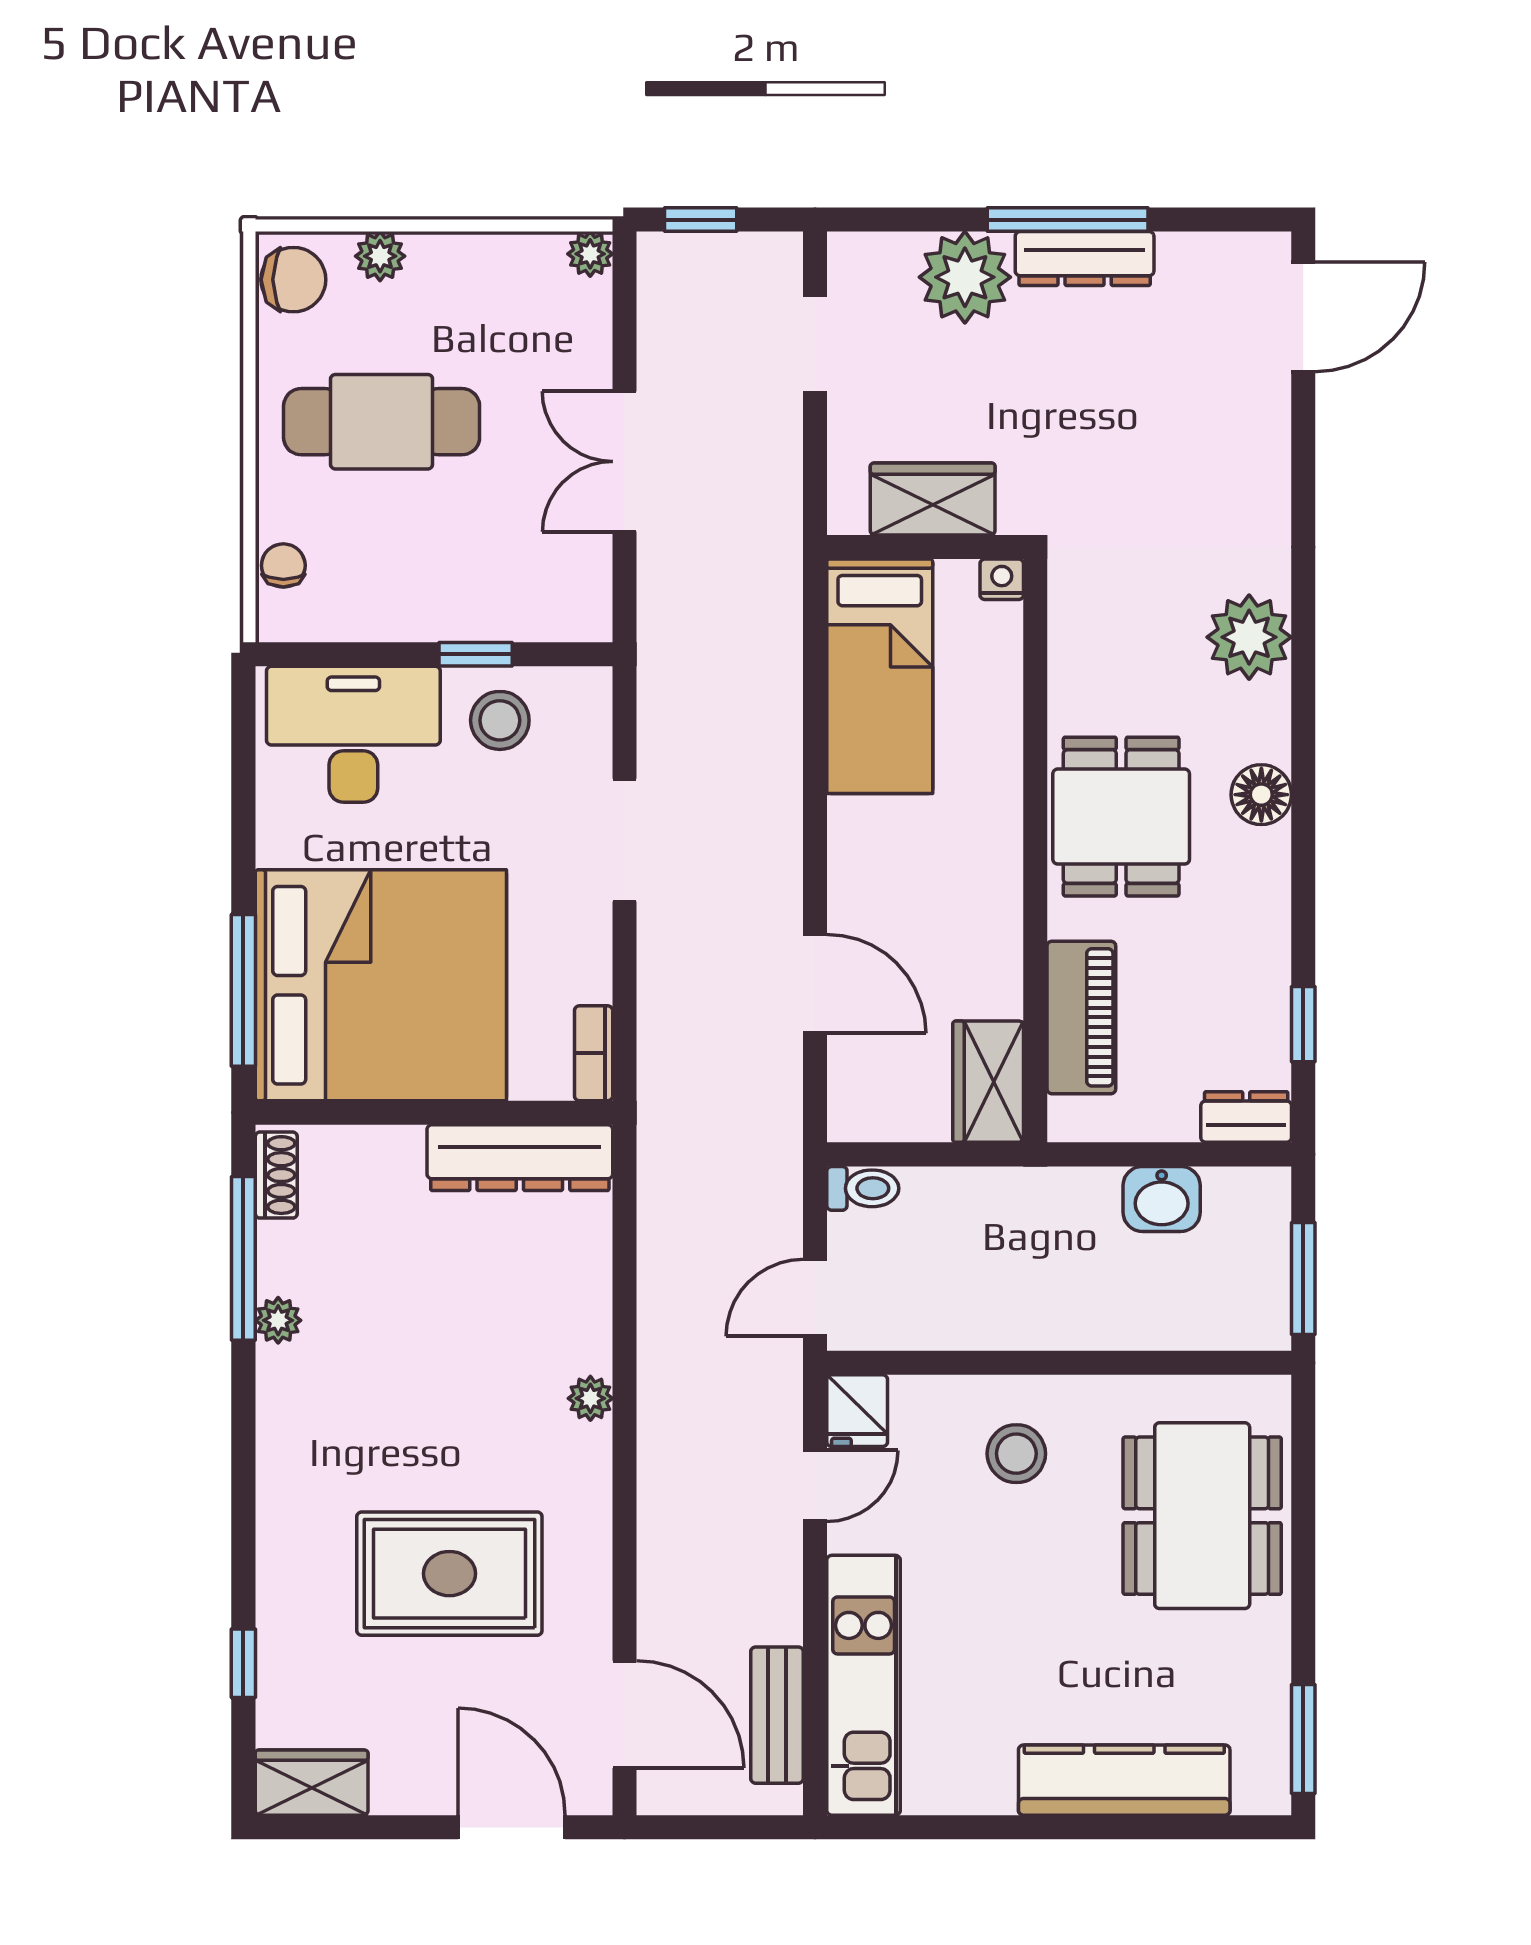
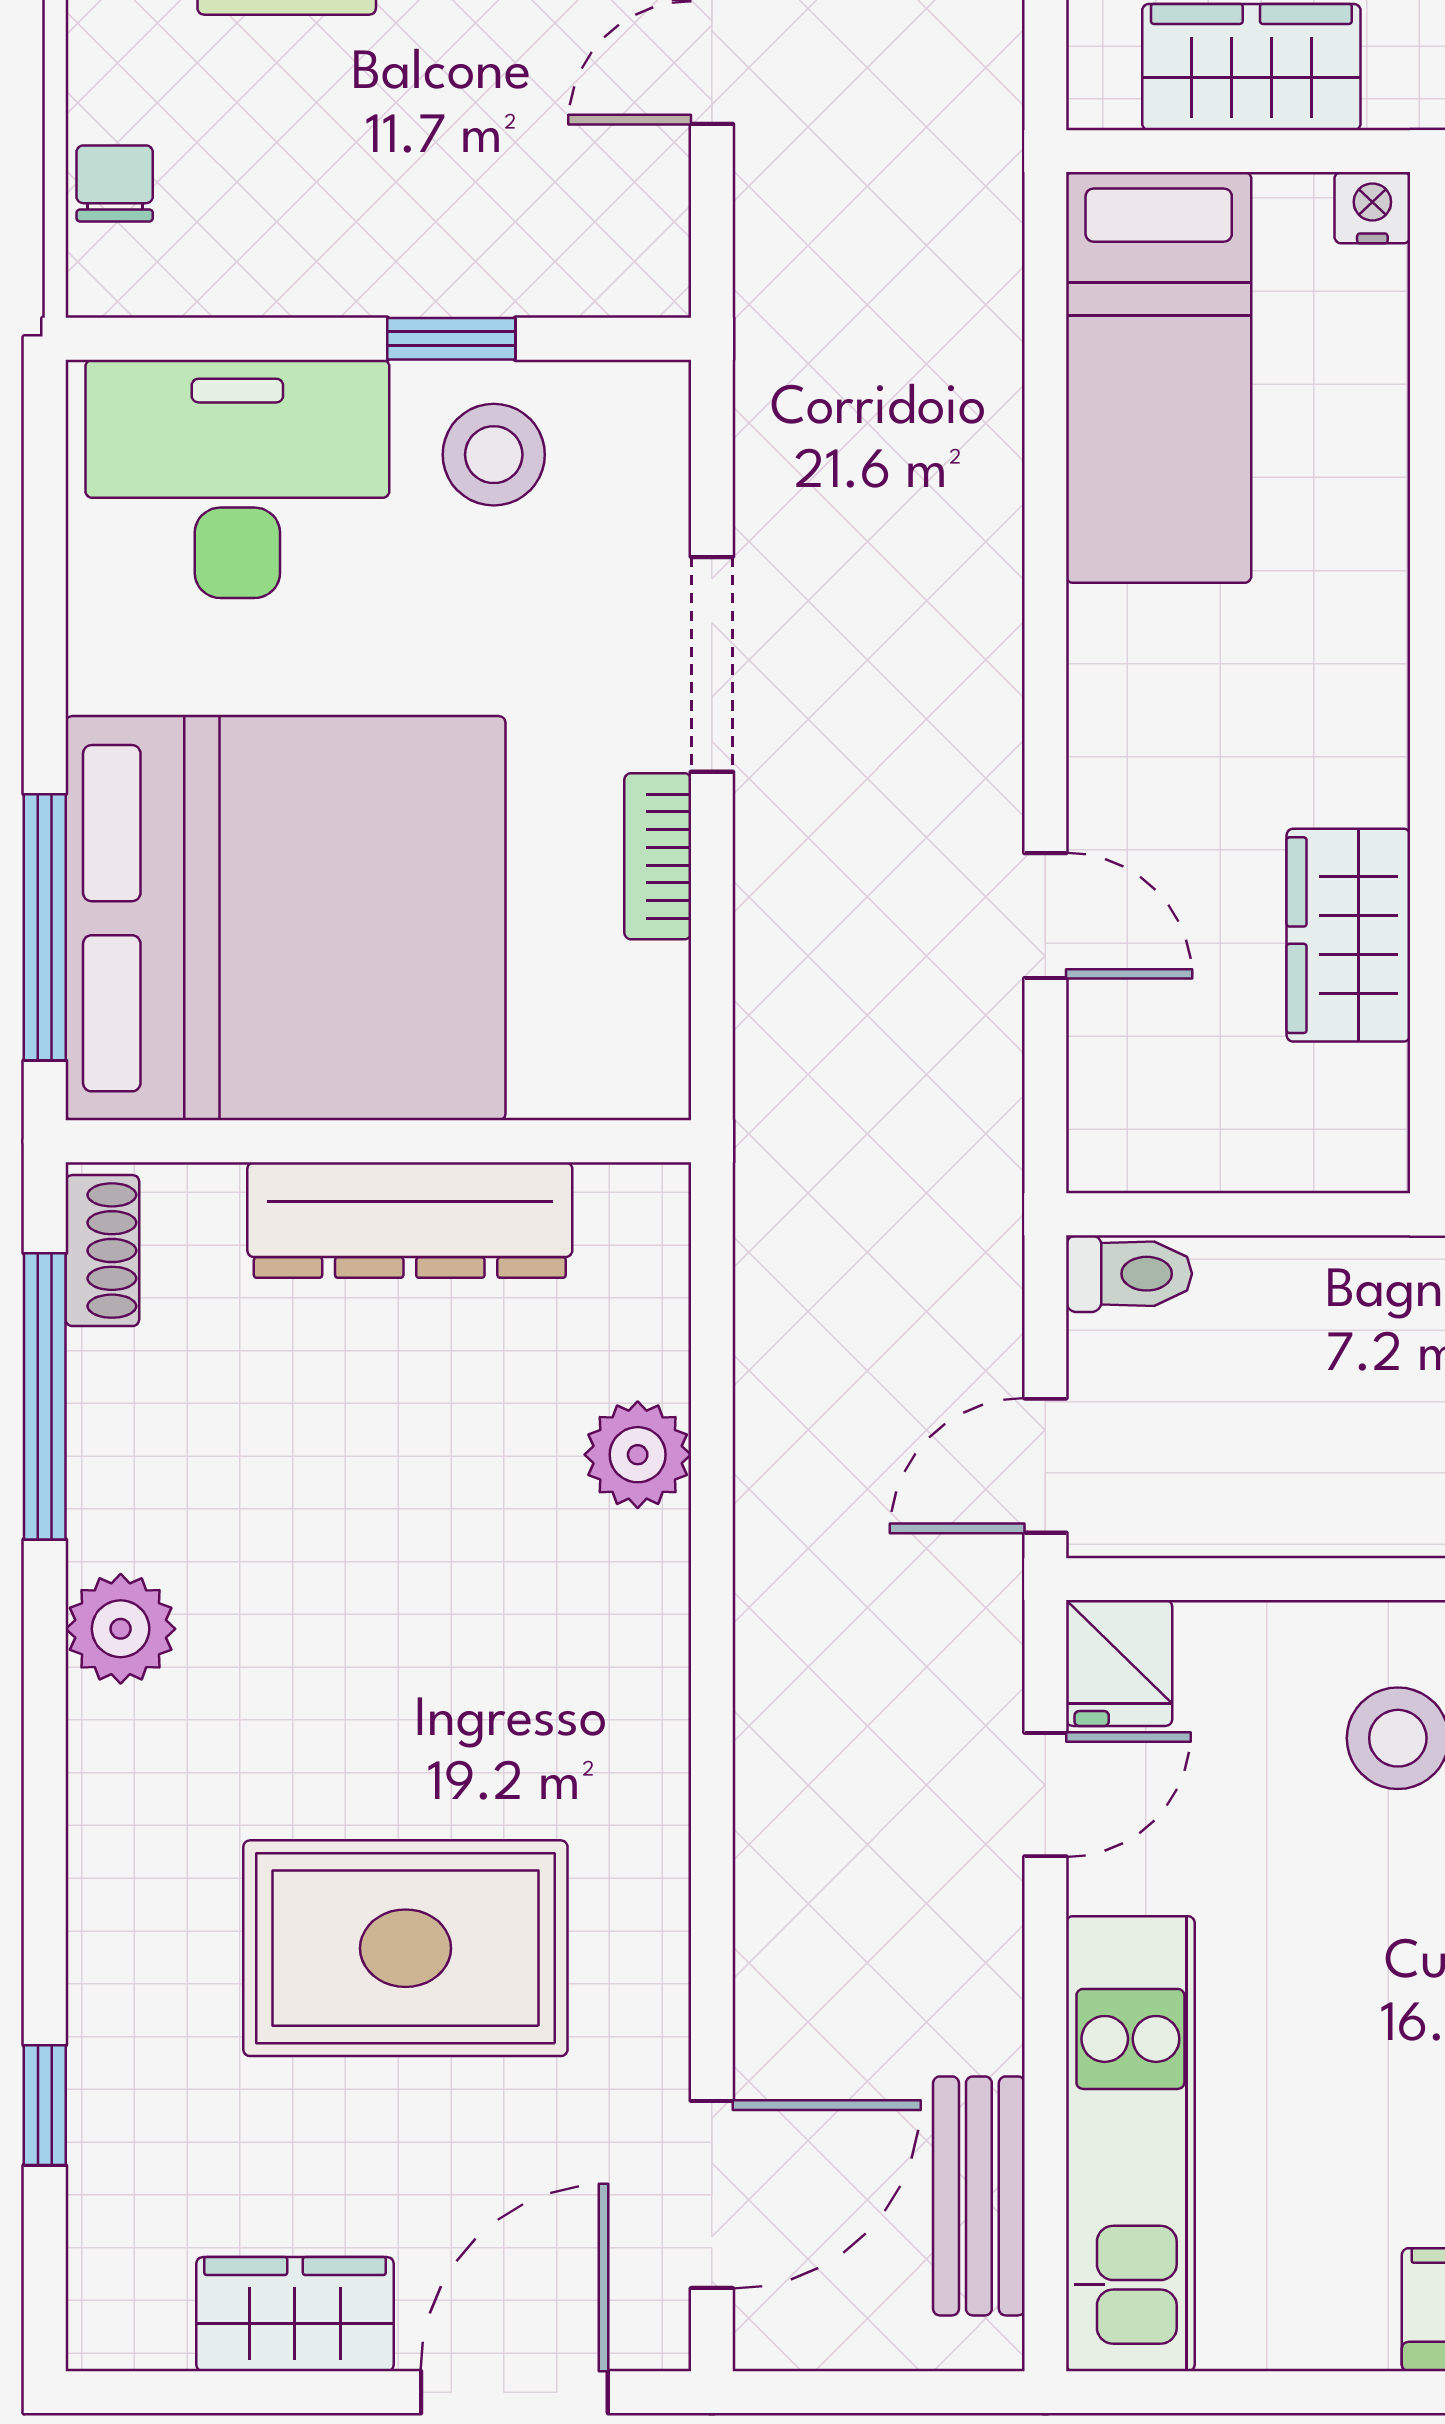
door: (815, 984) -> (1045, 916), width x0.73
bookcase: (594, 1053) -> (658, 856), moved
wardrobe: (988, 1082) -> (1348, 935), moved
dresser: (520, 1158) -> (410, 1220), moved
plant: (278, 1320) -> (121, 1629), moved, width x1.38, depth x1.38
plant: (590, 1398) -> (638, 1455), moved, width x1.38, depth x1.38
door: (624, 1714) -> (712, 2194), hinge flipped
wardrobe: (312, 1783) -> (295, 2314), moved
door: (512, 1827) -> (514, 2392), hinge flipped

